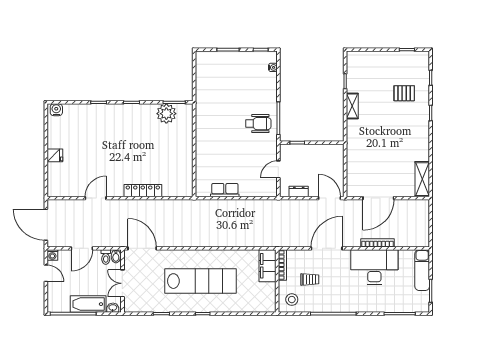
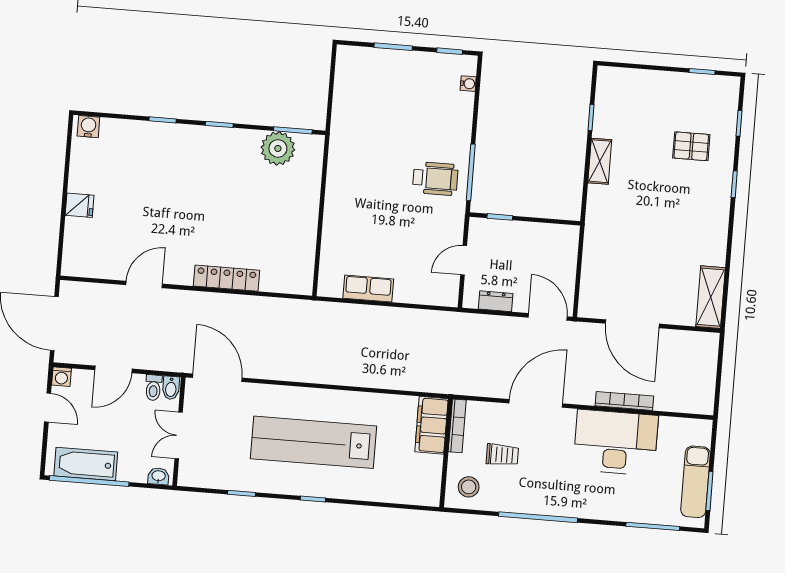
door: (378, 198) -> (632, 324), hinge flipped
exam couch: (422, 270) -> (696, 482), moved
lab bench: (200, 281) -> (313, 442), turned 180
bathtub: (88, 304) -> (86, 464), moved

